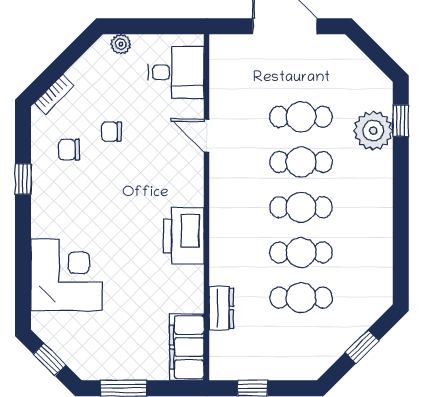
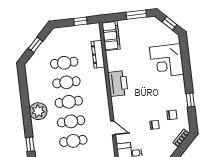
plant: (373, 131) -> (38, 111), moved
dresser: (221, 308) -> (98, 54), width x1.44

